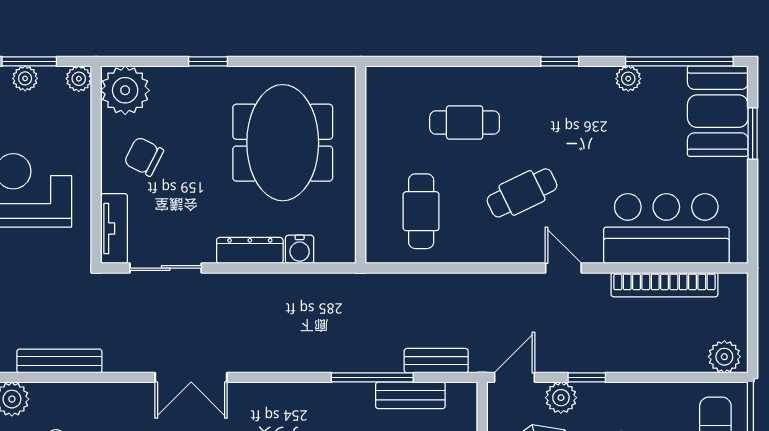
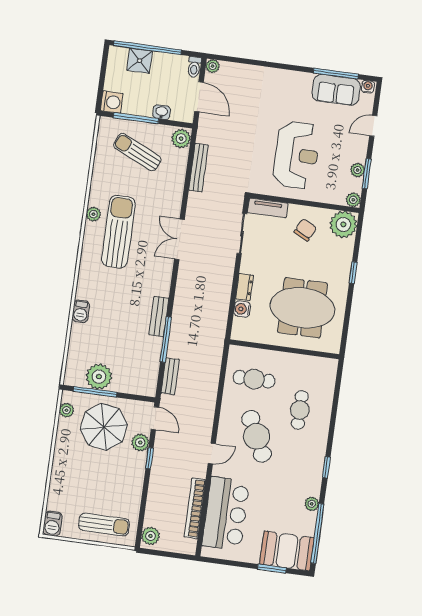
cafe table: (522, 193) -> (257, 436), width x1.37, depth x1.35
dresser: (250, 250) -> (245, 287), width x0.70
bench: (410, 395) -> (159, 316), moved

